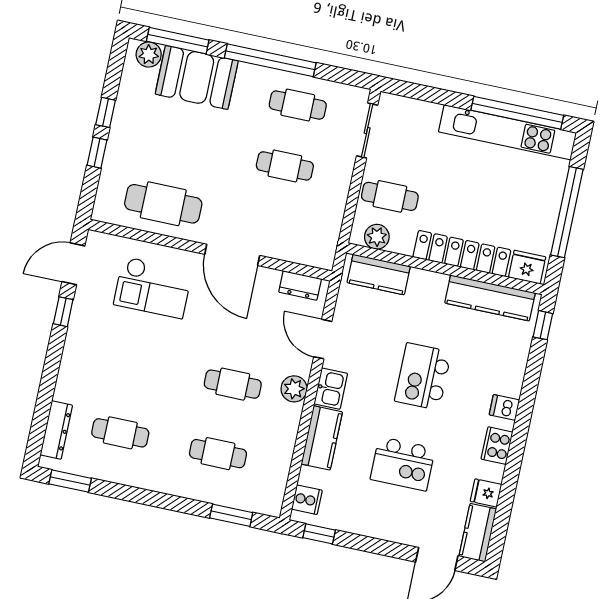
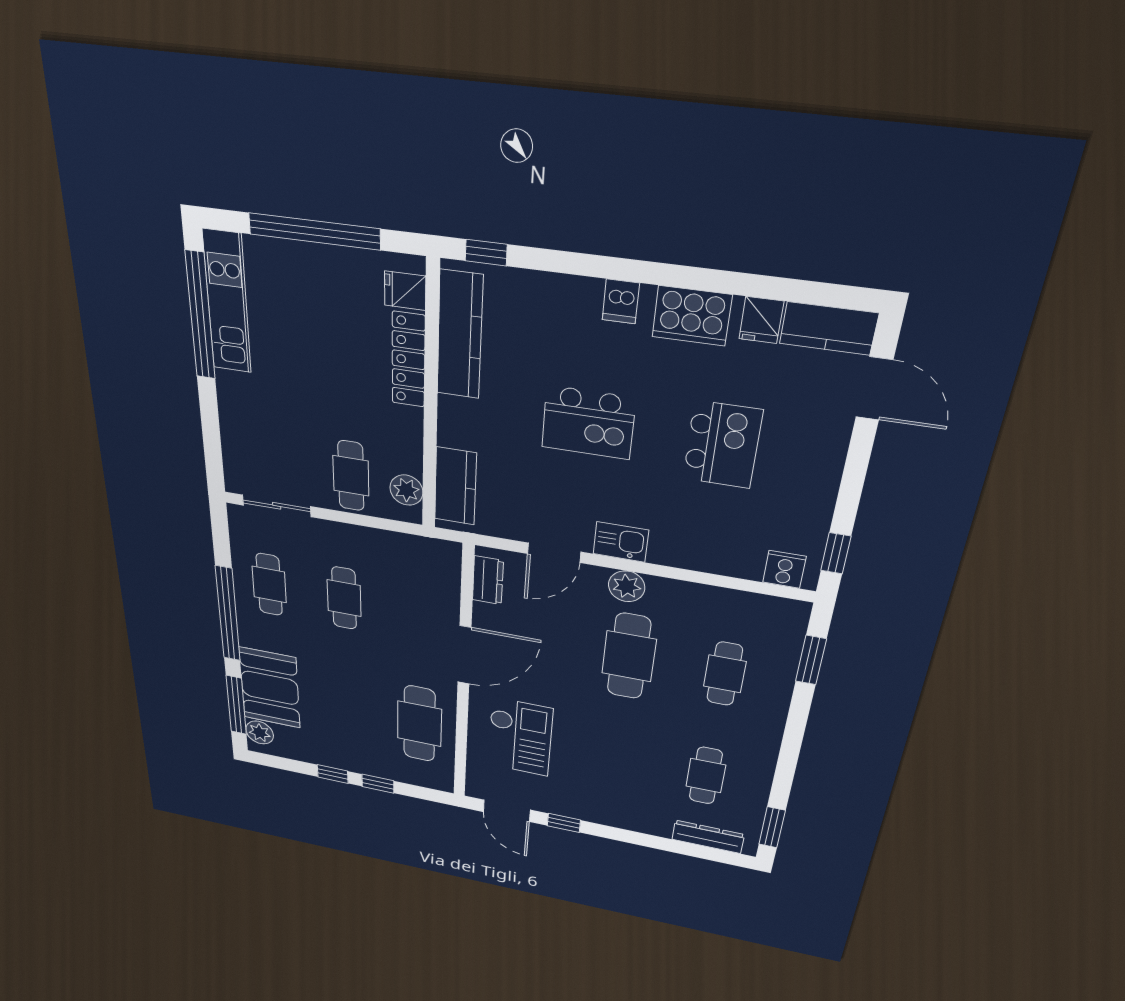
kitchen unit: (507, 132) -> (227, 302), width x0.73
locker: (462, 253) -> (408, 360), width x0.71, depth x0.83
fridge: (527, 267) -> (405, 291), width x0.72
cafe table: (233, 384) -> (629, 656), width x1.37, depth x1.35
kitchen counter: (322, 438) -> (692, 552), removed
cooker: (497, 446) -> (692, 316), width x1.37, depth x1.31

